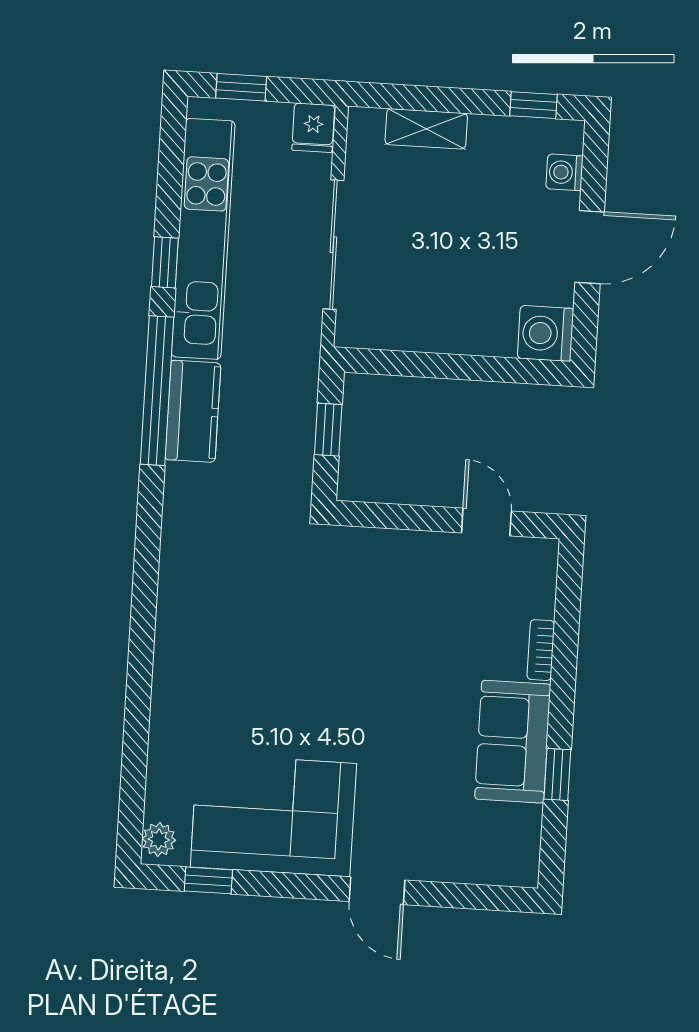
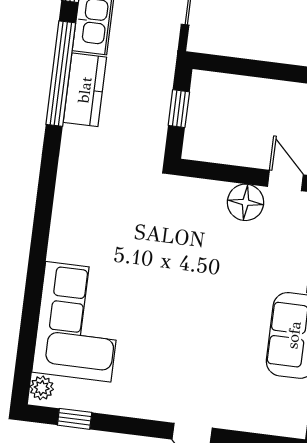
floor lamp: (432, 557) -> (245, 202), added
corner sofa: (273, 815) -> (78, 322), moved, turned 90

